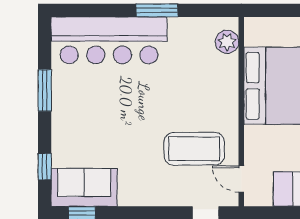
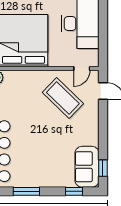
coffee table: (194, 149) -> (63, 98), turned -46

